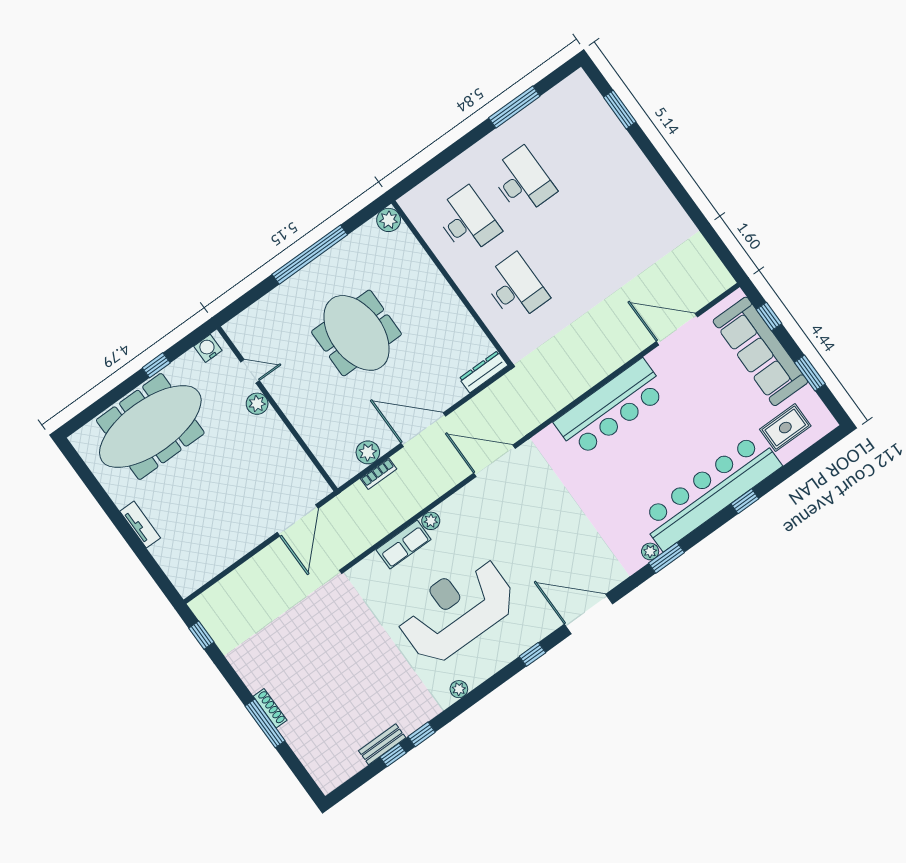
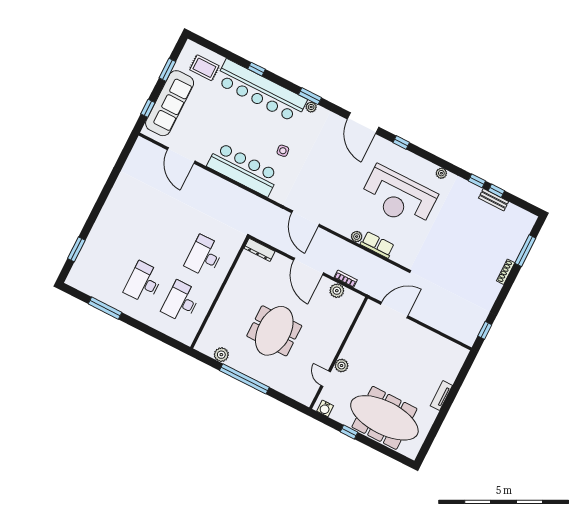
plant: (389, 220) -> (221, 355), moved
side table: (608, 479) -> (283, 151), added
window: (265, 723) -> (525, 251), moved

